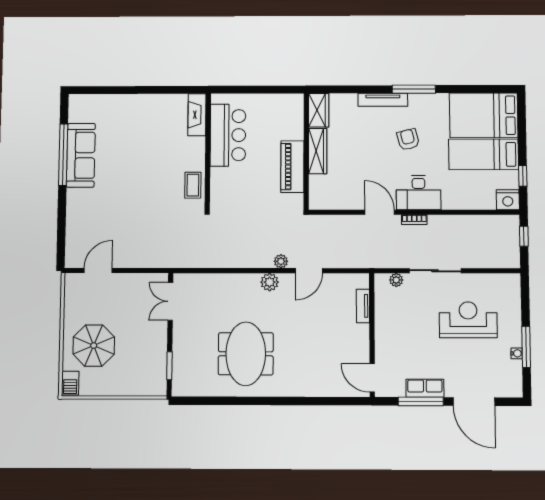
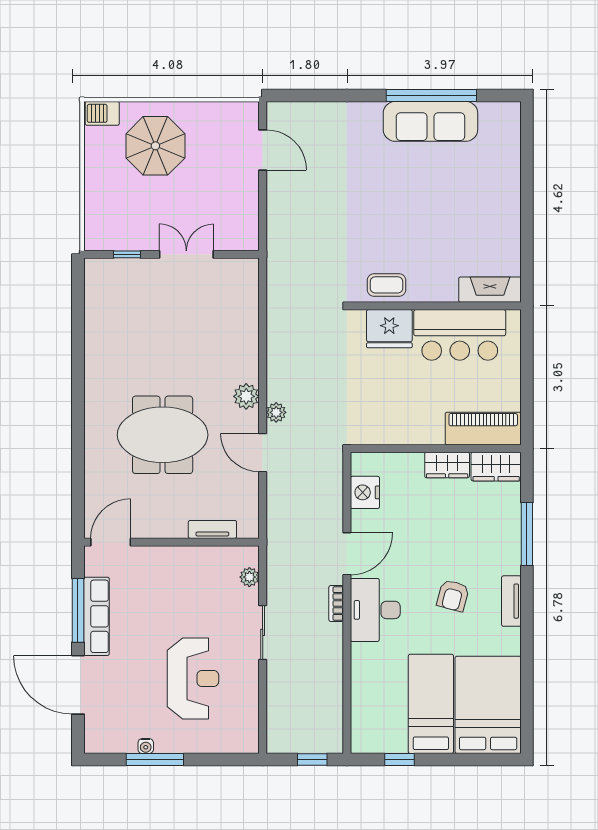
window: (414, 89) -> (527, 534), moved
tv unit: (383, 100) -> (511, 601), moved, width x0.71
armchair: (408, 139) -> (453, 596), turned 119
wardrobe: (318, 151) -> (447, 465), width x0.67
piano: (292, 167) -> (483, 429), moved
fridge: (223, 183) -> (389, 329), added
nightstand: (508, 200) -> (365, 492), moved
sliding door: (435, 271) -> (263, 632), width x0.73
double door: (170, 301) -> (186, 254), moved
meeting table: (246, 354) -> (163, 435), moved
window: (169, 366) -> (127, 254), width x0.67
row of seats: (425, 388) -> (96, 616), width x1.48
door: (474, 402) -> (78, 685), hinge flipped

